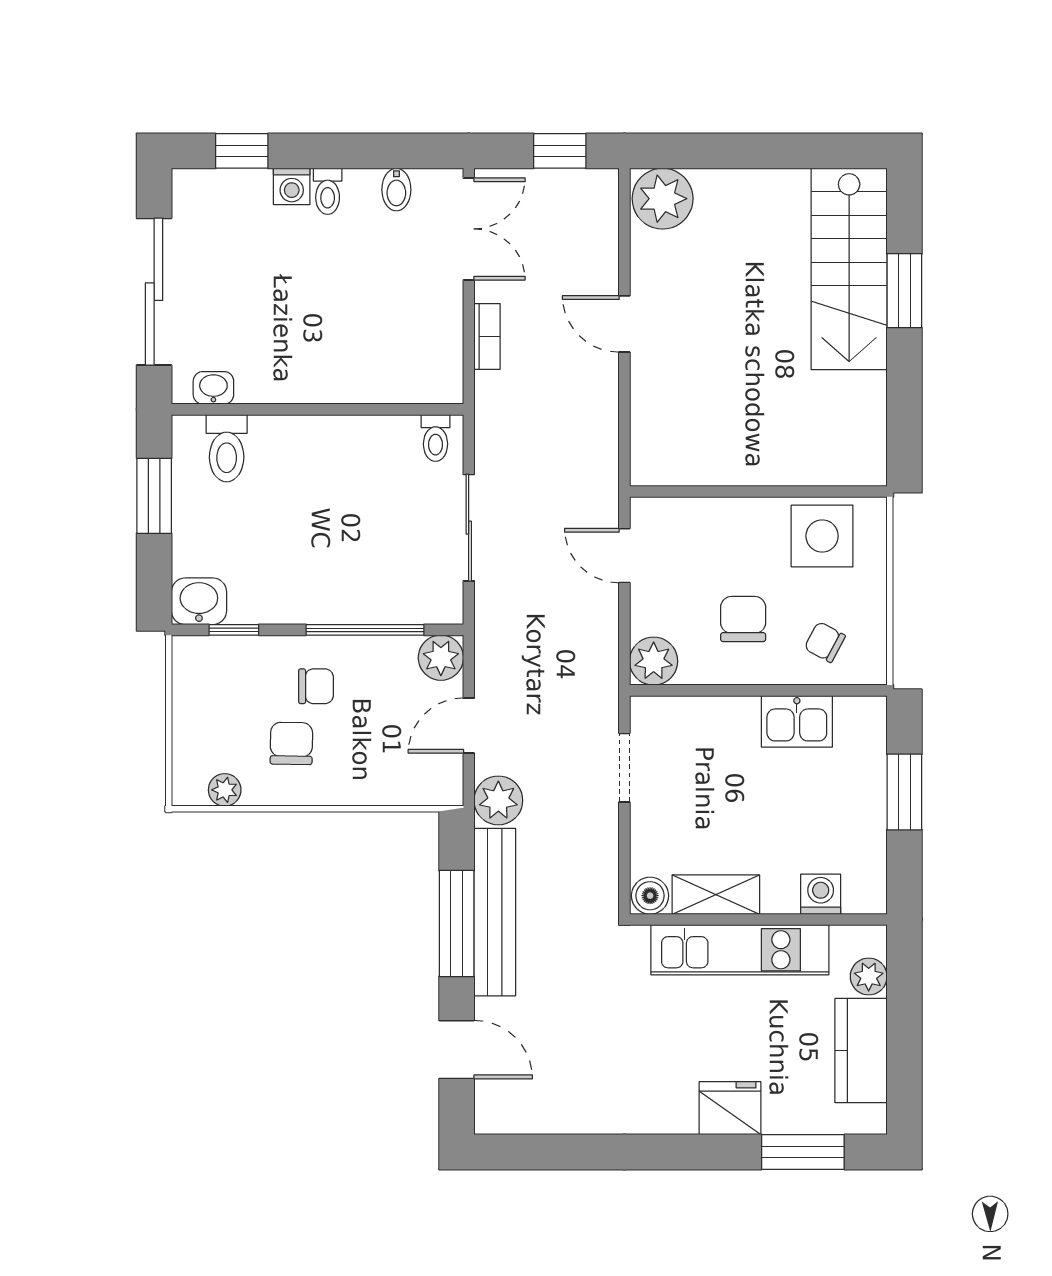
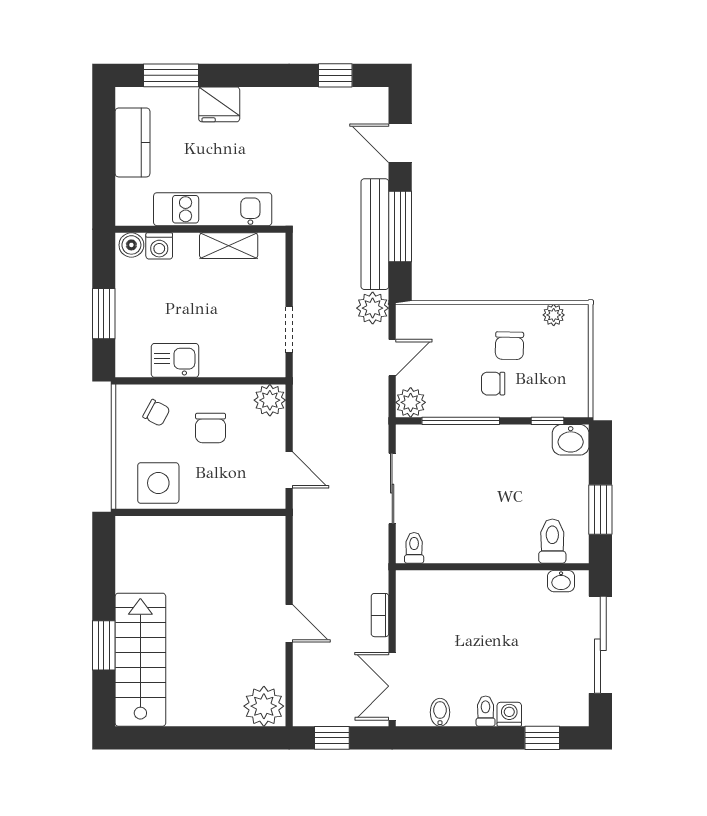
boiler: (650, 896) -> (131, 245), moved
plant: (869, 976) -> (127, 191), removed
window: (555, 1152) -> (335, 75), added

